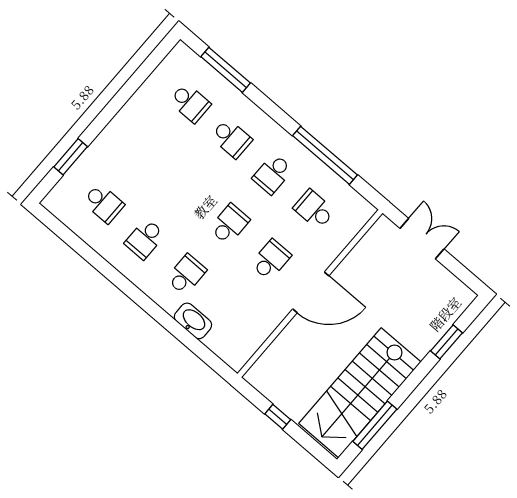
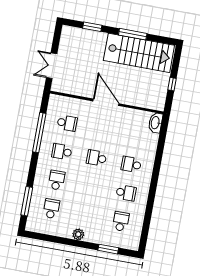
plant: (123, 122) -> (78, 234), added
school desk: (273, 174) -> (62, 152), turned 180
school desk: (314, 209) -> (67, 123), turned -90
school desk: (271, 260) -> (102, 129), removed
washbasin: (193, 321) -> (155, 123), moved
window: (375, 425) -> (133, 34), moved

